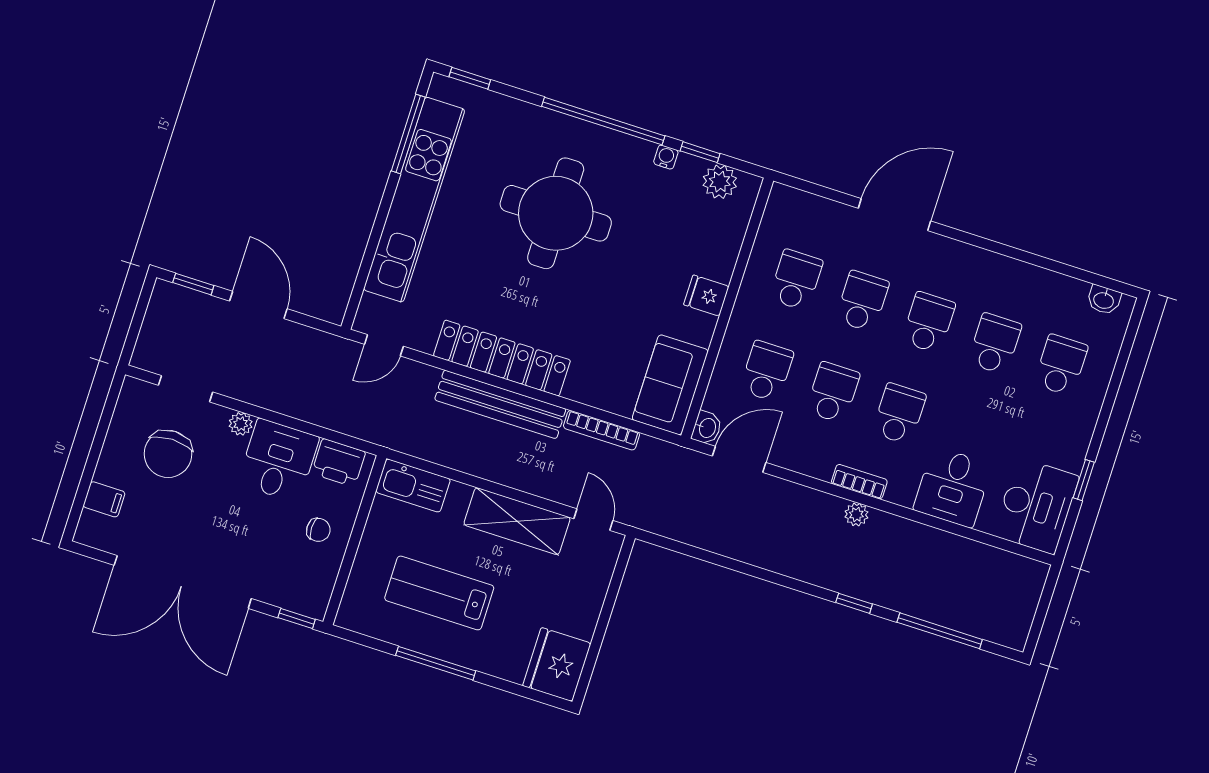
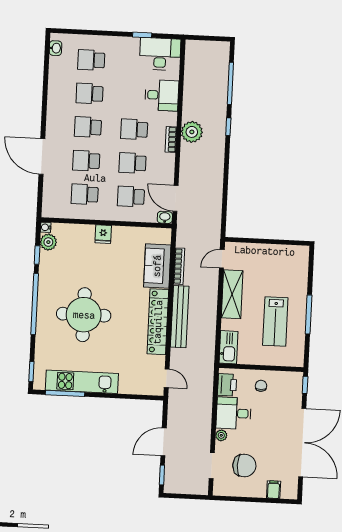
water cooler: (666, 157) -> (46, 227), moved
kitchen unit: (414, 200) -> (82, 382), width x0.73
sofa: (670, 385) -> (157, 266), moved, turned 90
plant: (856, 514) -> (192, 132), width x1.87, depth x1.87
fridge: (557, 665) -> (294, 258), removed

